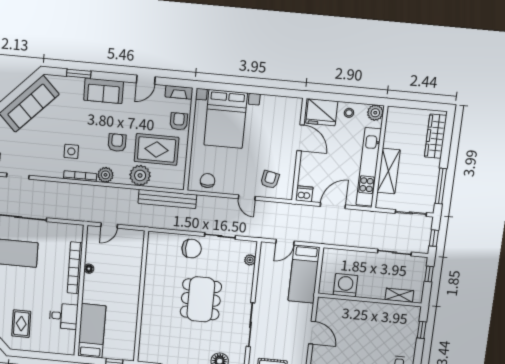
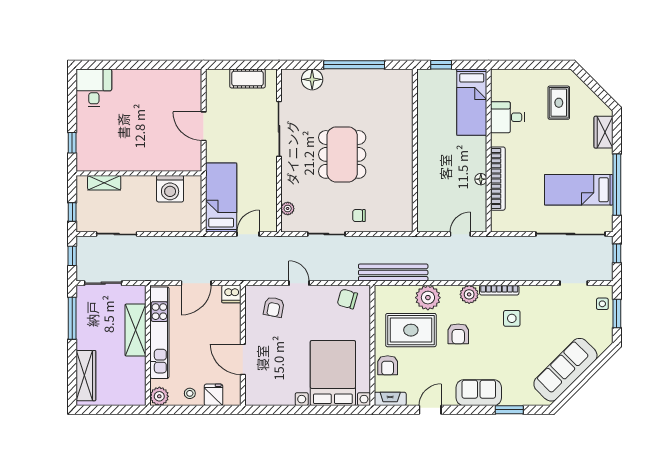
fridge: (322, 112) -> (214, 395), width x0.53, depth x0.75
chair: (208, 181) -> (347, 299), turned 106
chair: (192, 249) -> (359, 216), width x0.54, depth x0.54

